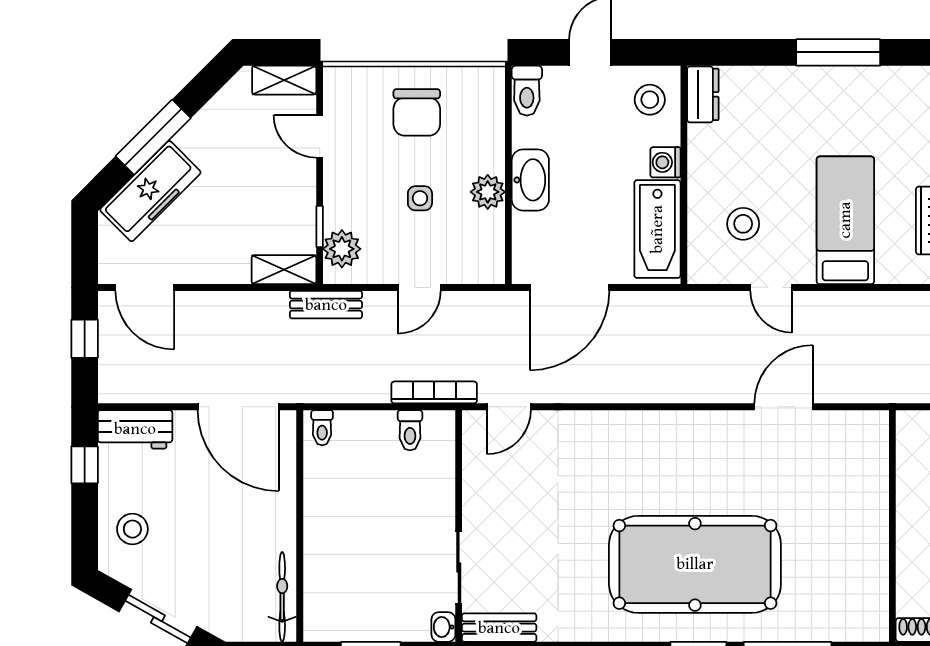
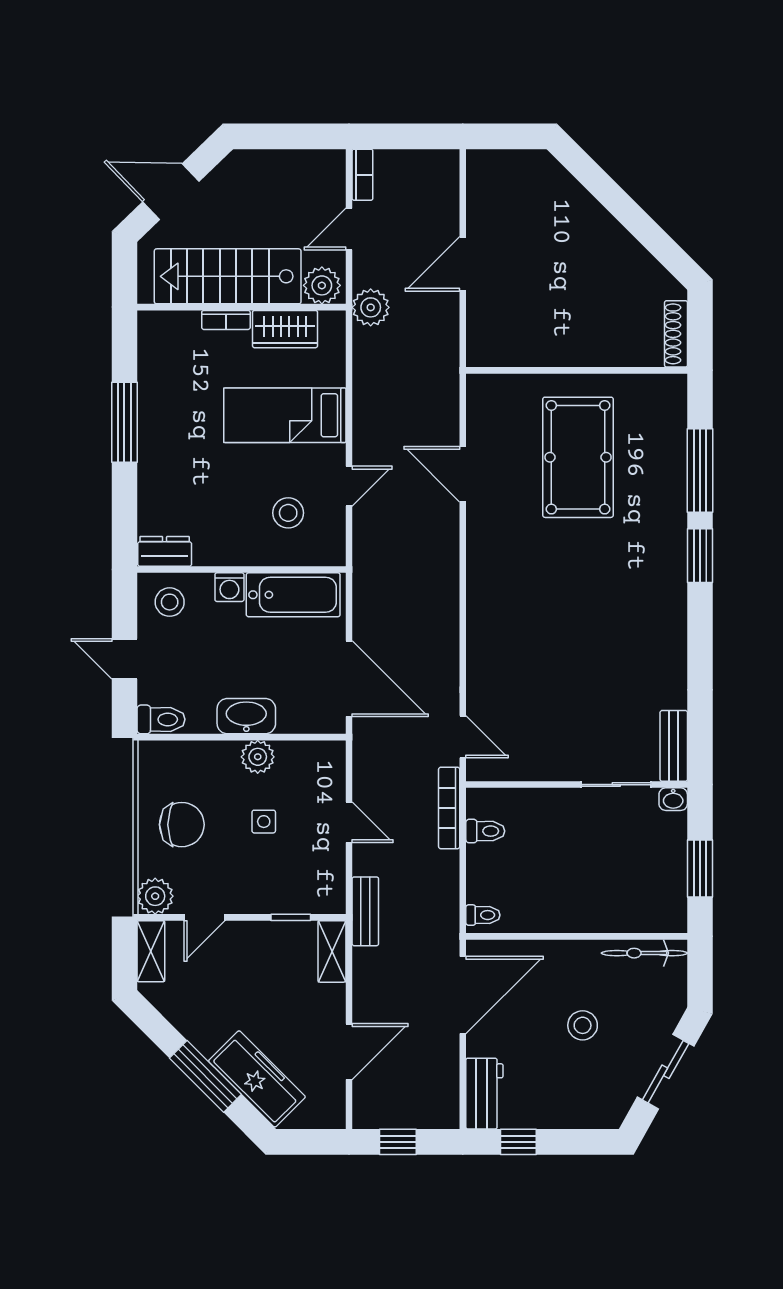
plant: (342, 249) -> (155, 896), moved
door: (145, 287) -> (349, 1052), moved
stool: (132, 529) -> (583, 1025), moved
pool table: (695, 564) -> (578, 457), moved, width x0.73, depth x0.76

